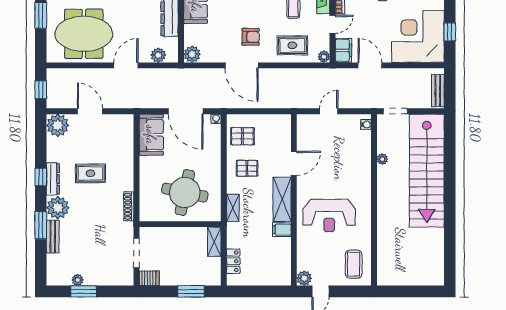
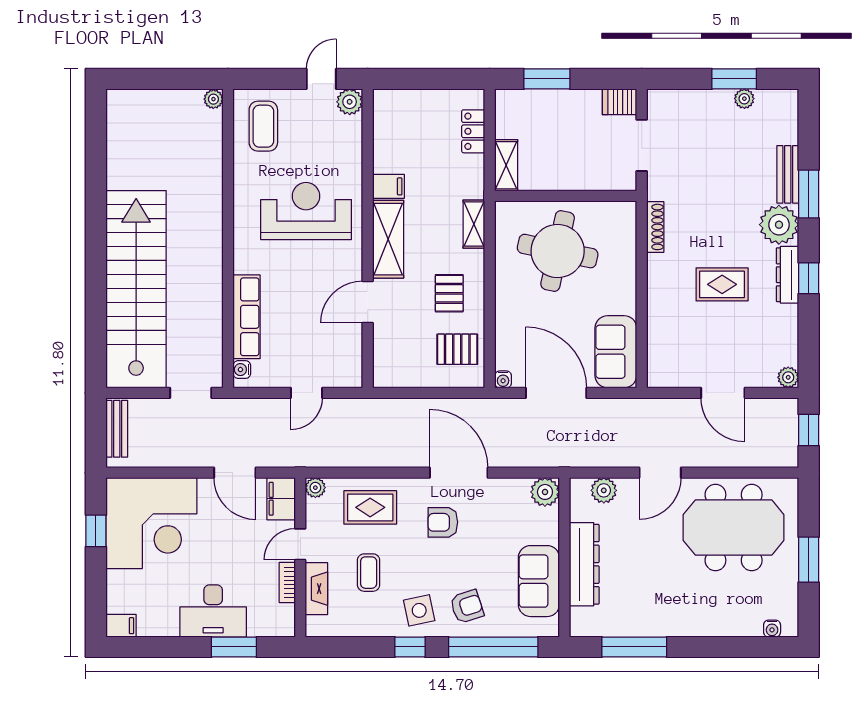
plant: (58, 125) -> (788, 377), width x0.53, depth x0.53
row of seats: (363, 155) -> (247, 317), added
plant: (382, 159) -> (213, 99), moved
pallet: (247, 168) -> (449, 293), turned 90

